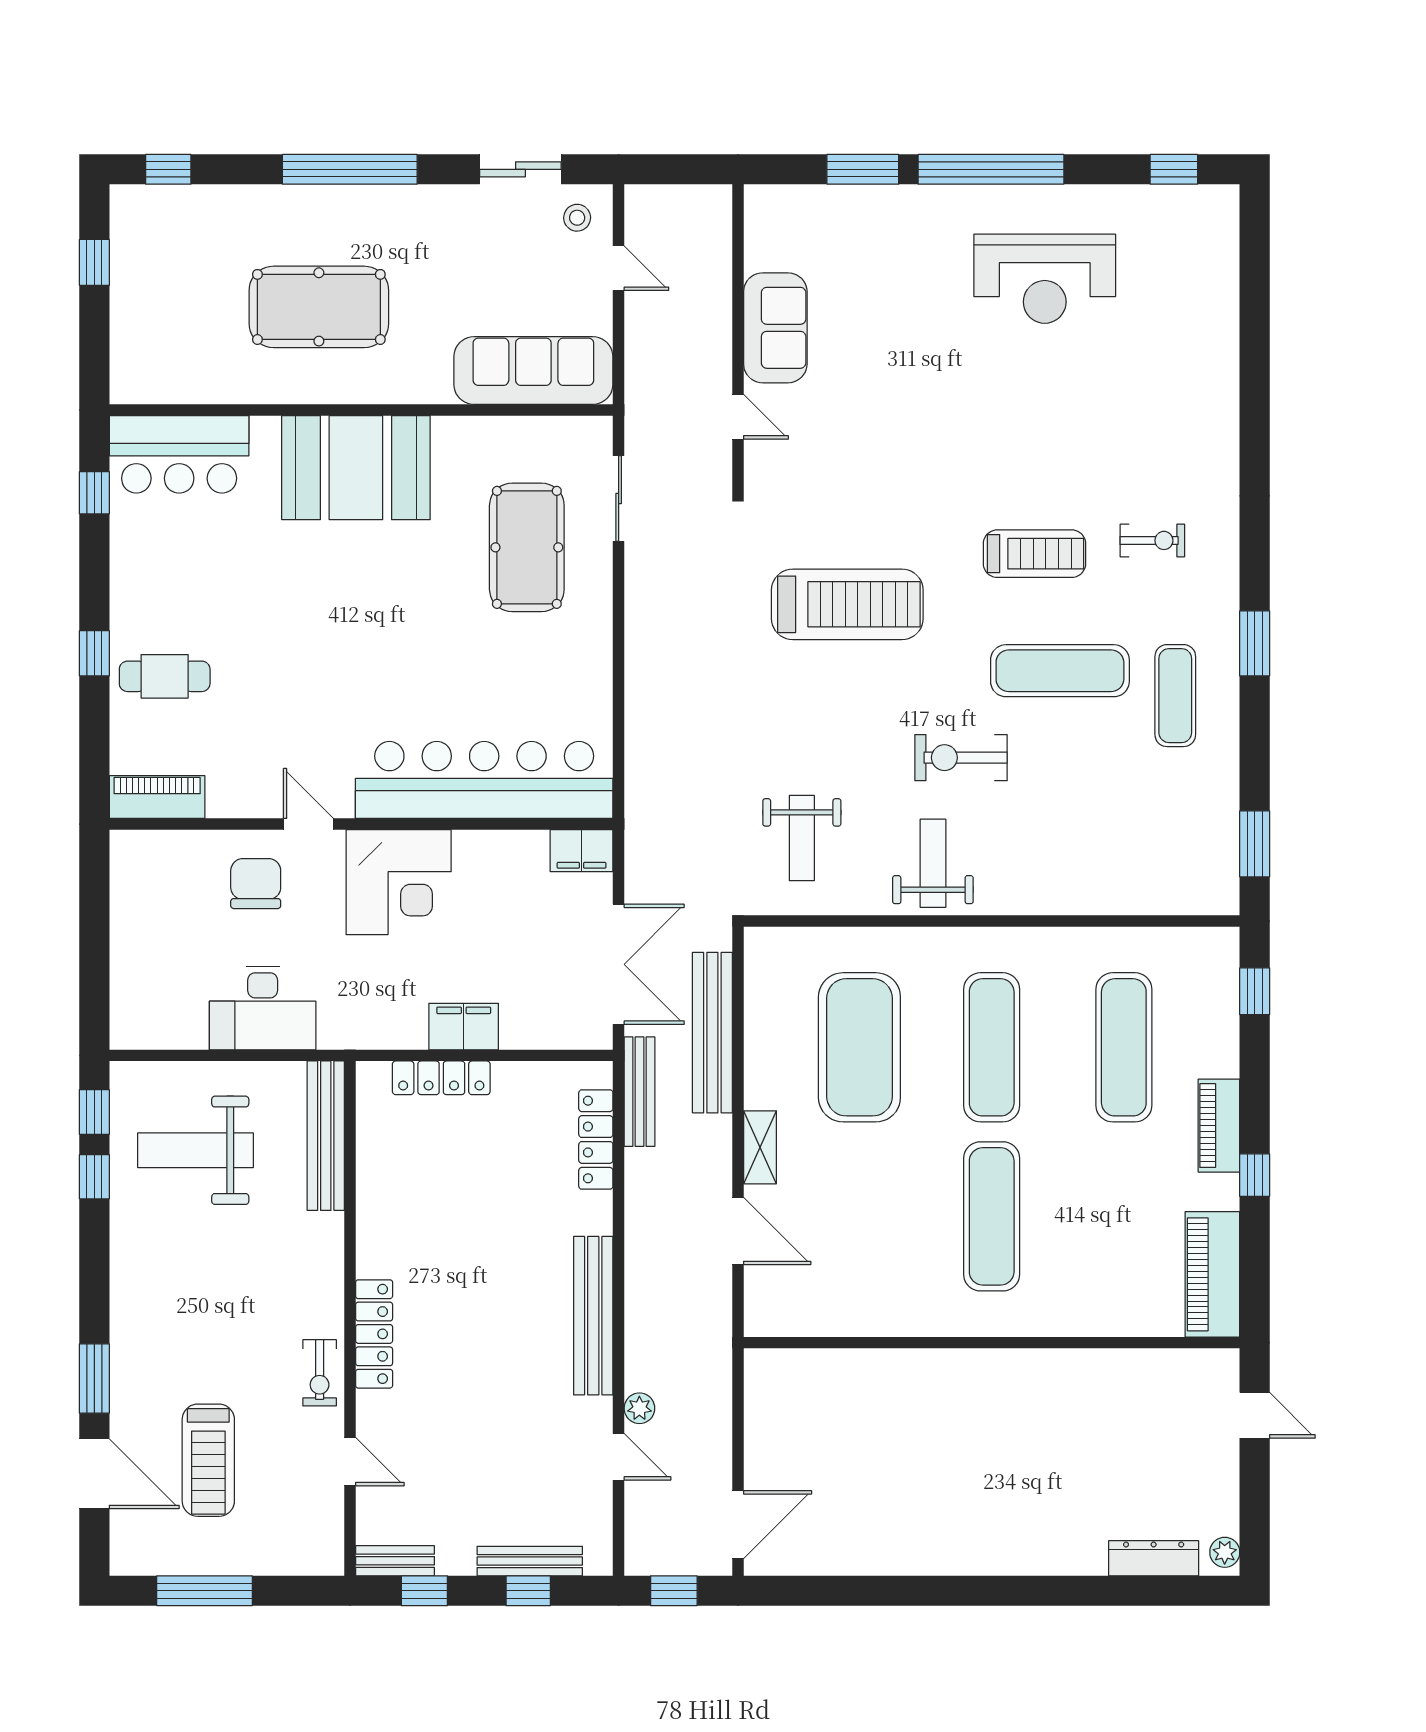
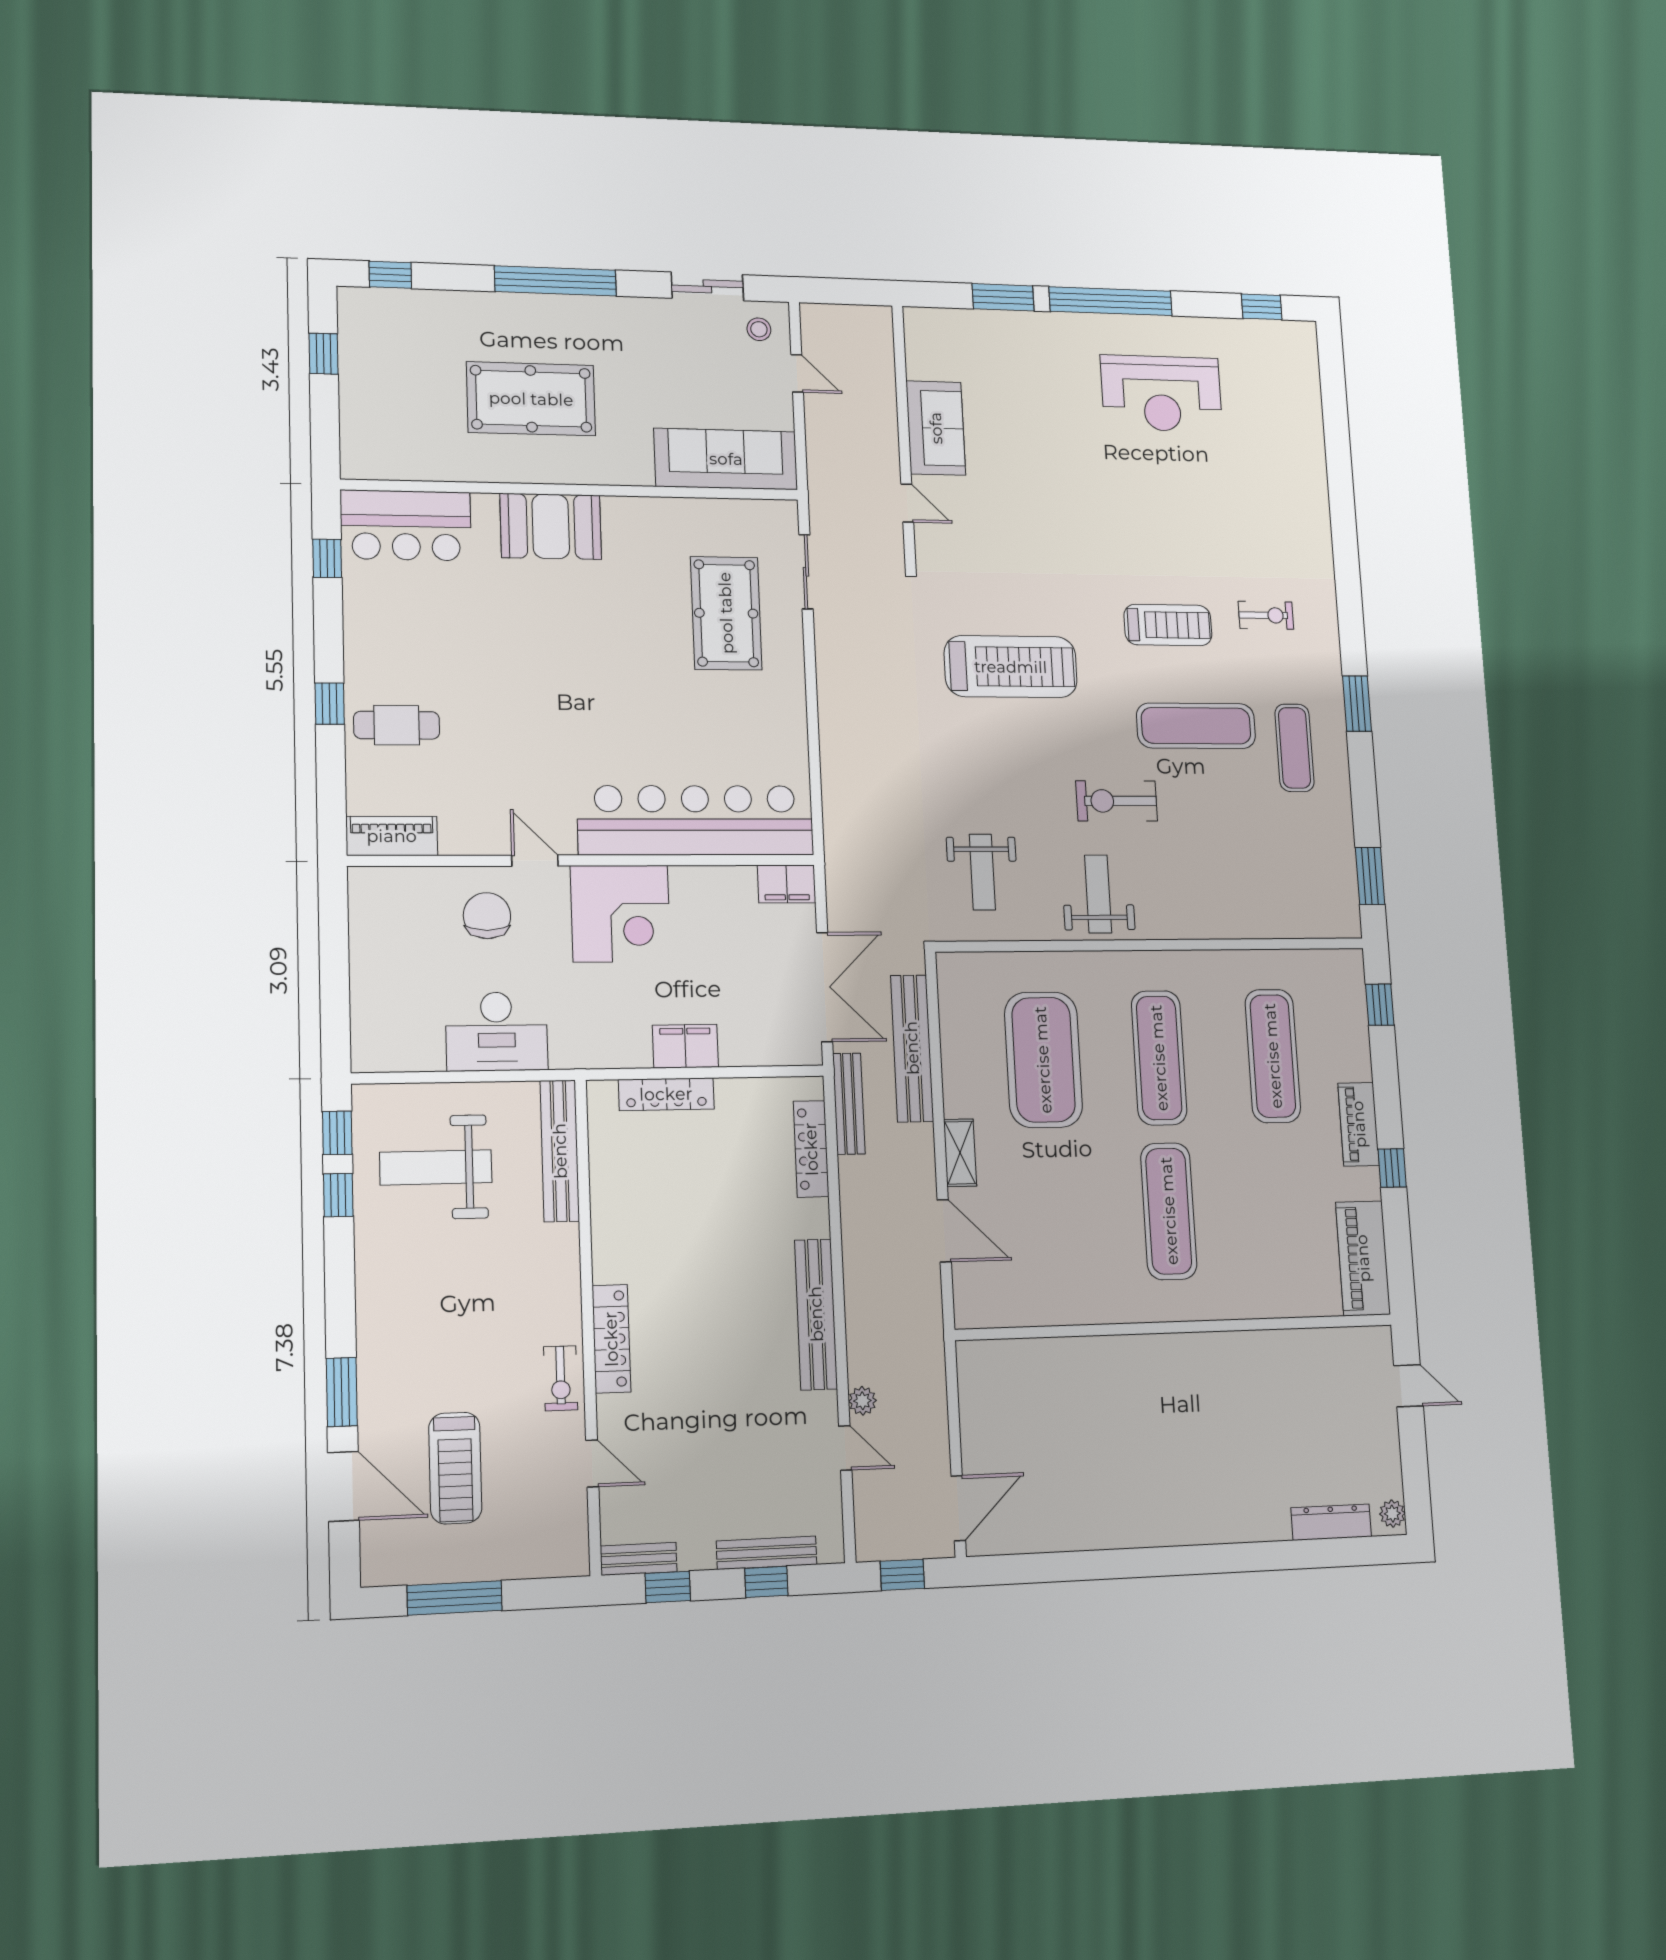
booth: (356, 468) -> (551, 526), width x0.73, depth x0.70

